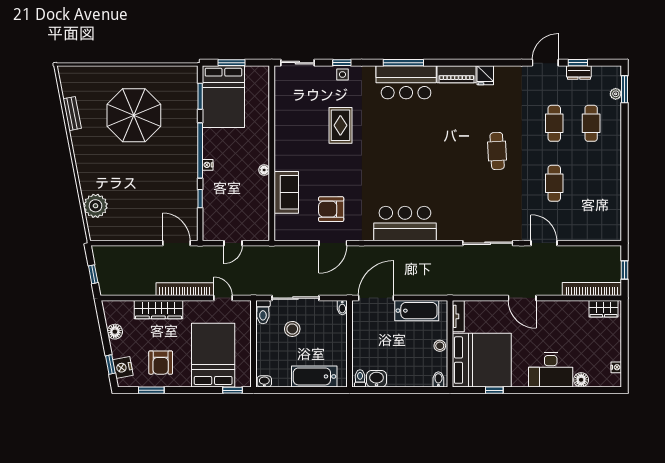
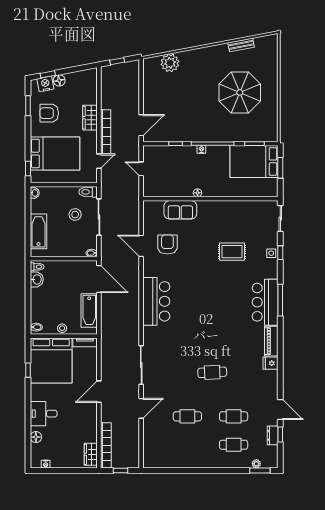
wardrobe: (158, 310) -> (90, 118), width x0.67
floor lamp: (115, 332) -> (59, 80), moved
desk: (551, 370) -> (44, 414), width x0.73

